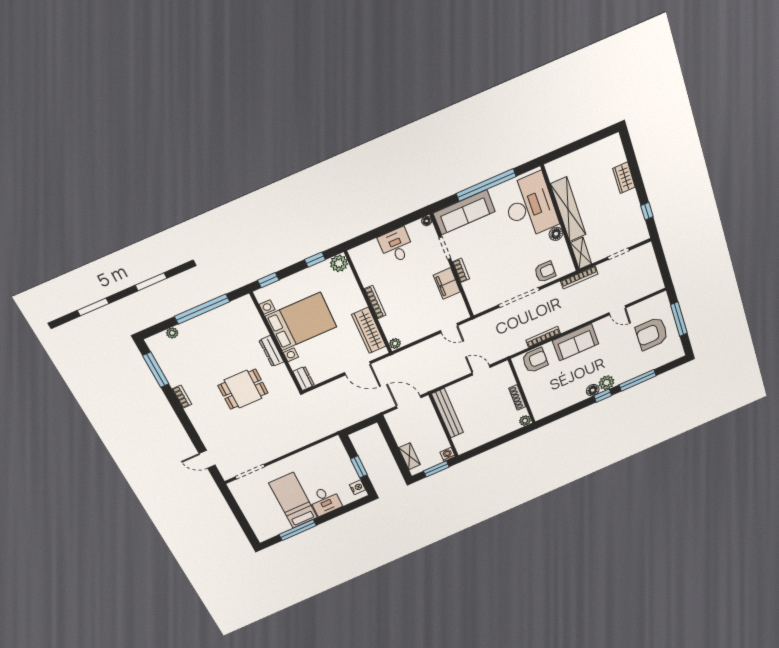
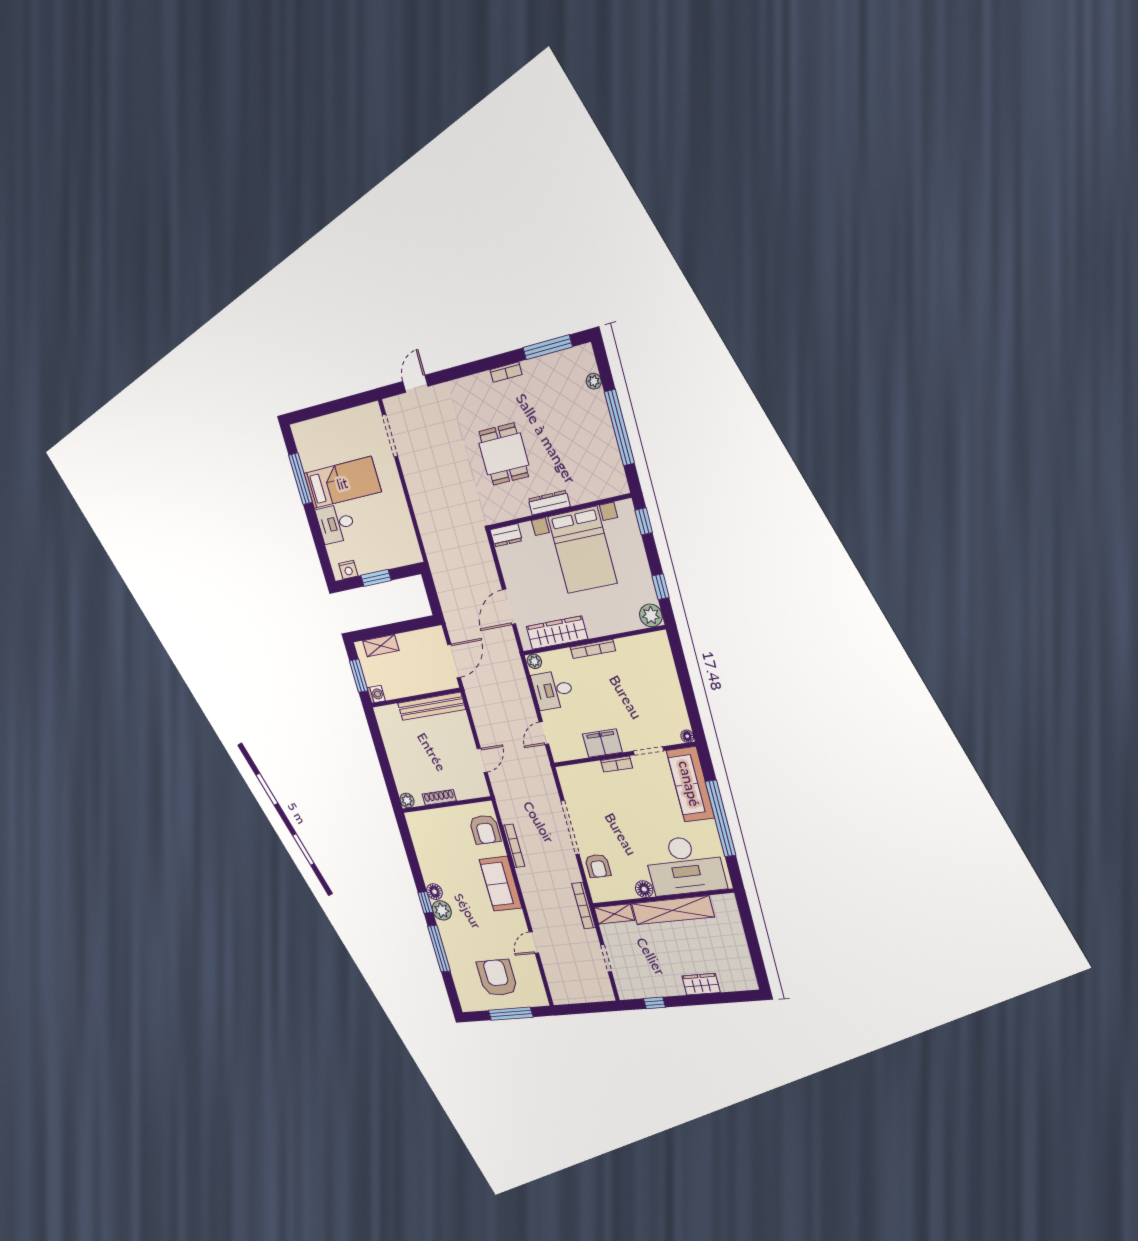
desk: (396, 246) -> (553, 690), moved, turned 180

